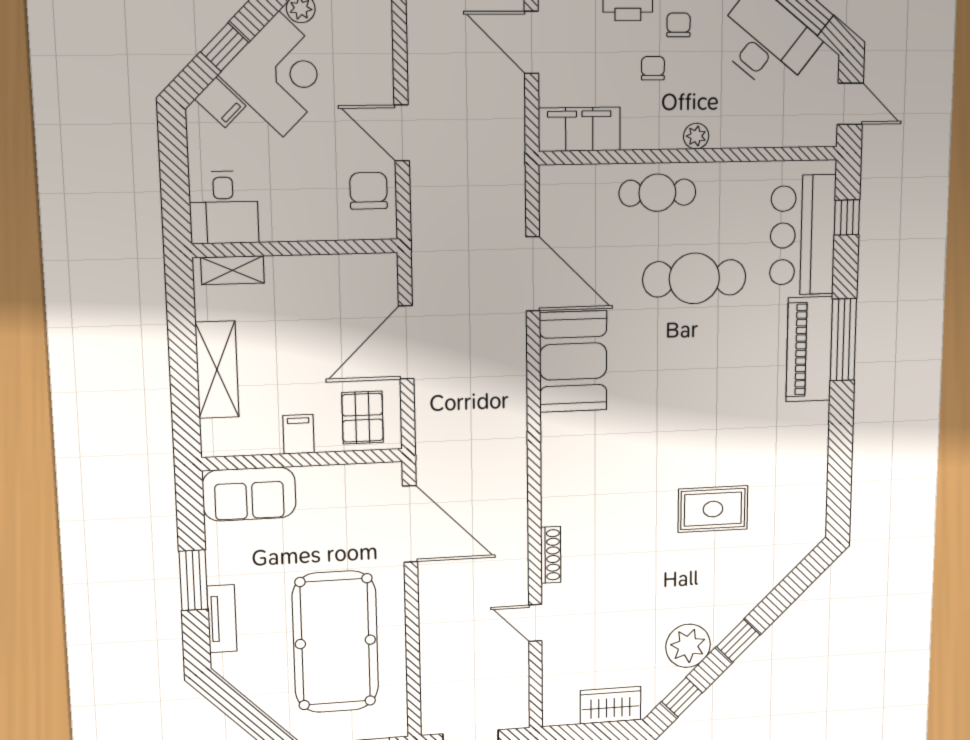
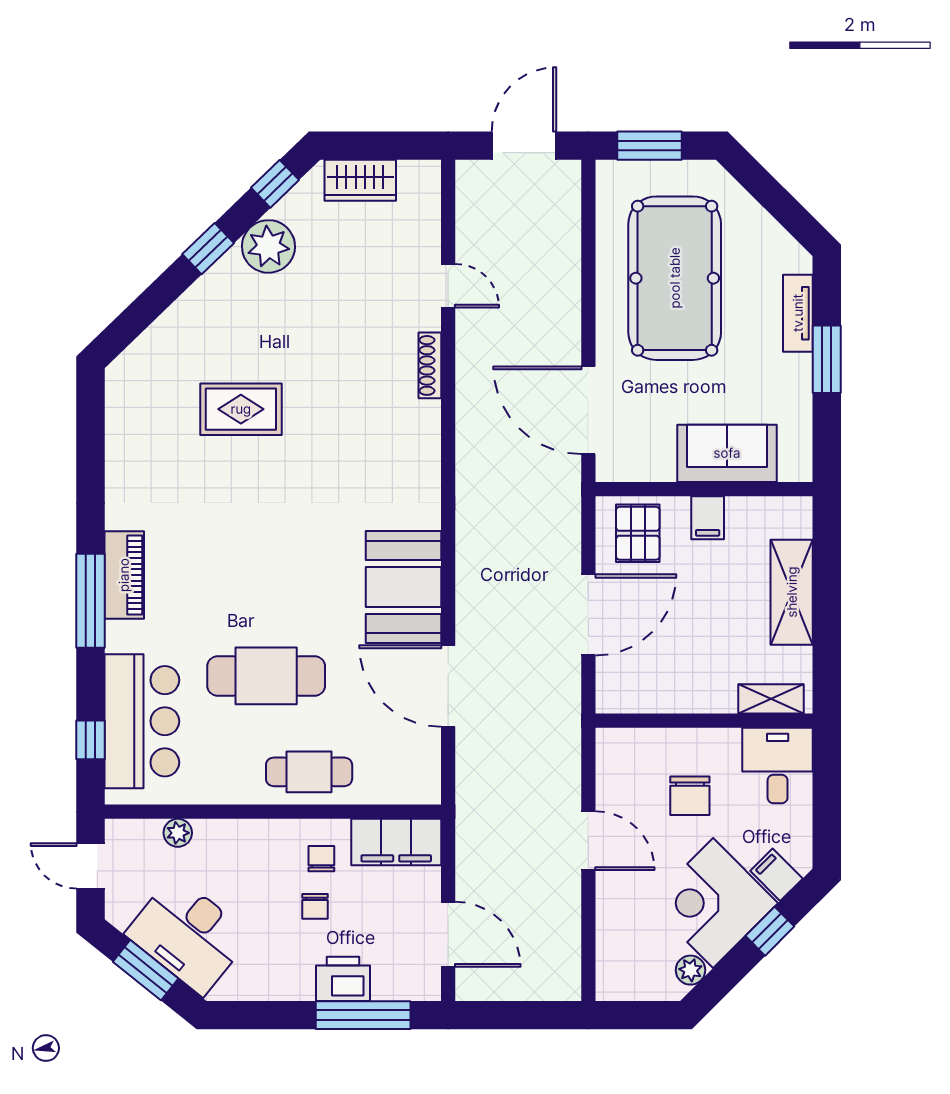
chair: (679, 25) -> (321, 859), moved, turned 180
plant: (696, 136) -> (178, 833), moved
chair: (369, 191) -> (690, 796), moved
piano: (809, 349) -> (124, 575), width x0.73, depth x0.75
sofa: (249, 494) -> (727, 453), moved

